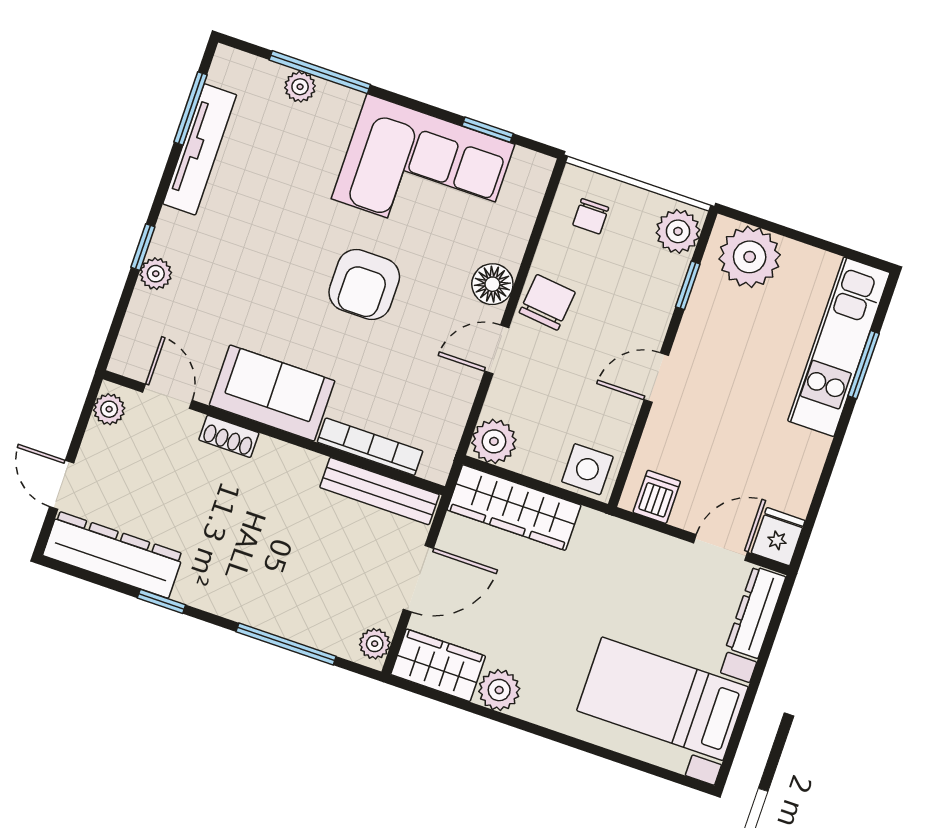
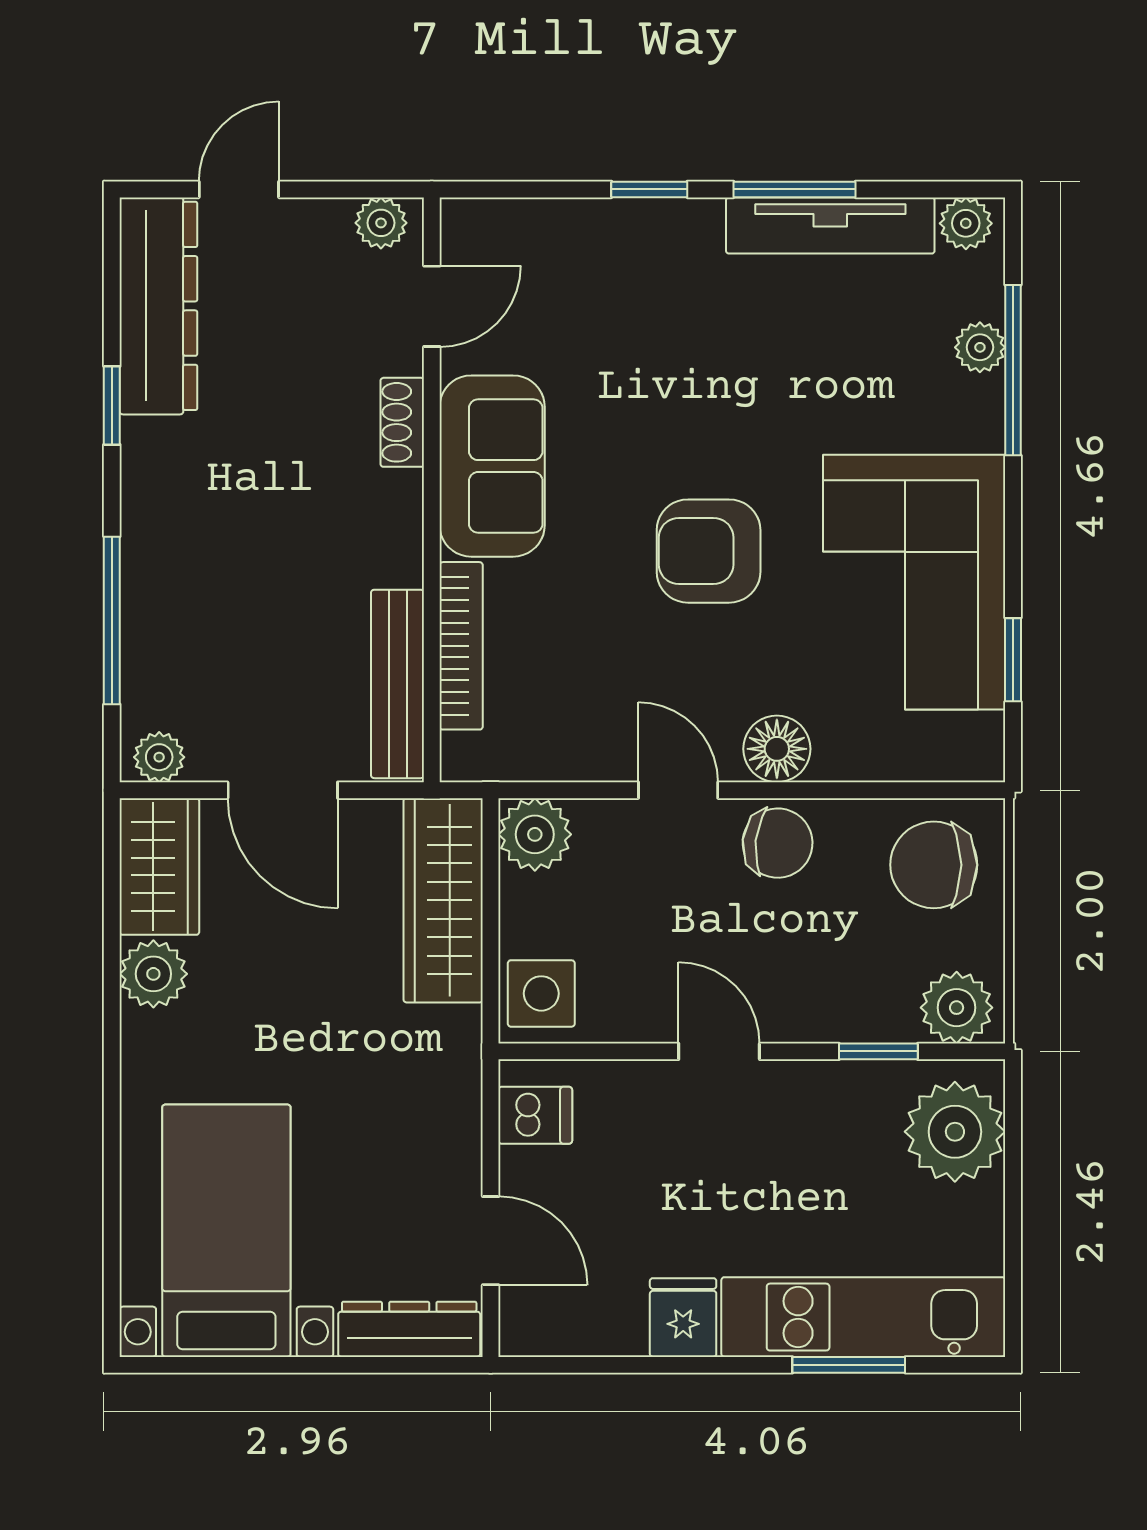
window: (190, 108) -> (795, 189), moved
chair: (591, 216) -> (934, 865), width x1.87, depth x1.87
plant: (156, 274) -> (966, 223), moved
fridge: (778, 537) -> (683, 1318), moved, turned -90

